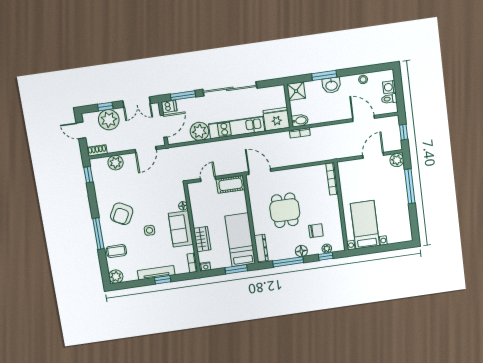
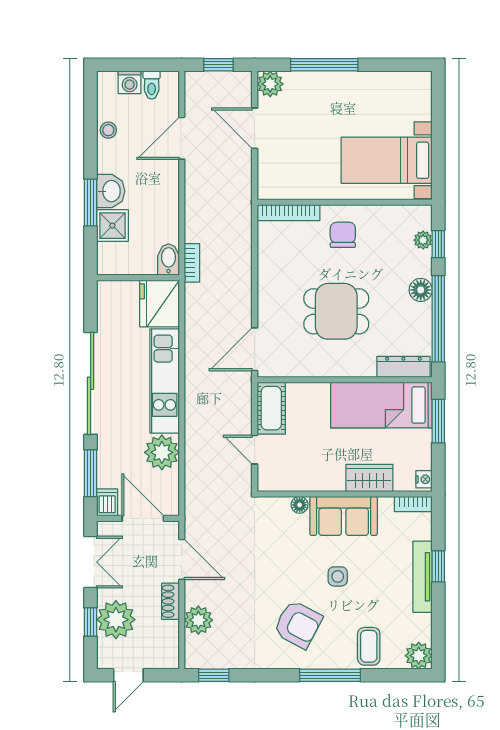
shower: (296, 91) -> (112, 226), moved
shoe rack: (97, 150) -> (170, 601), moved
chair: (316, 231) -> (343, 235), moved
window: (288, 262) -> (438, 319), width x1.46

